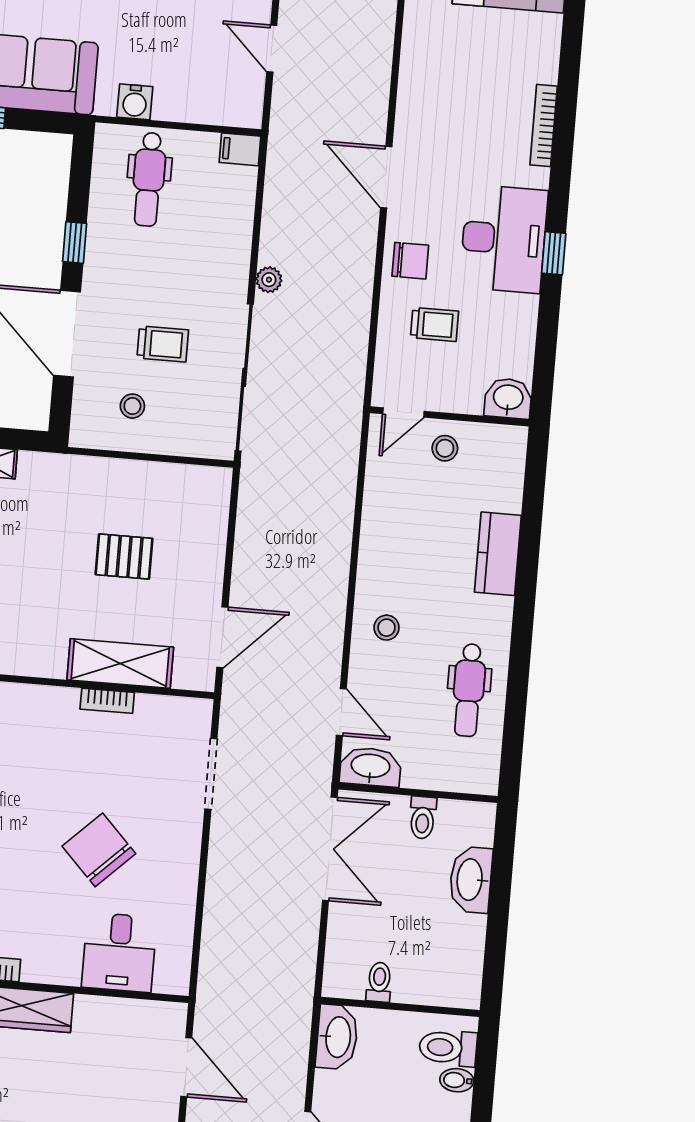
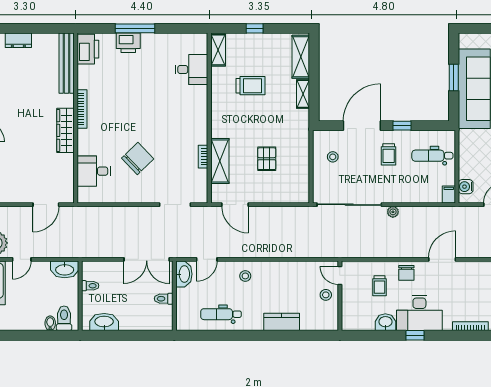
water cooler: (135, 102) -> (466, 187), moved
trolley: (163, 344) -> (389, 154), moved
washbasin: (508, 398) -> (385, 322), moved, turned -90
washbasin: (471, 880) -> (104, 322), moved

